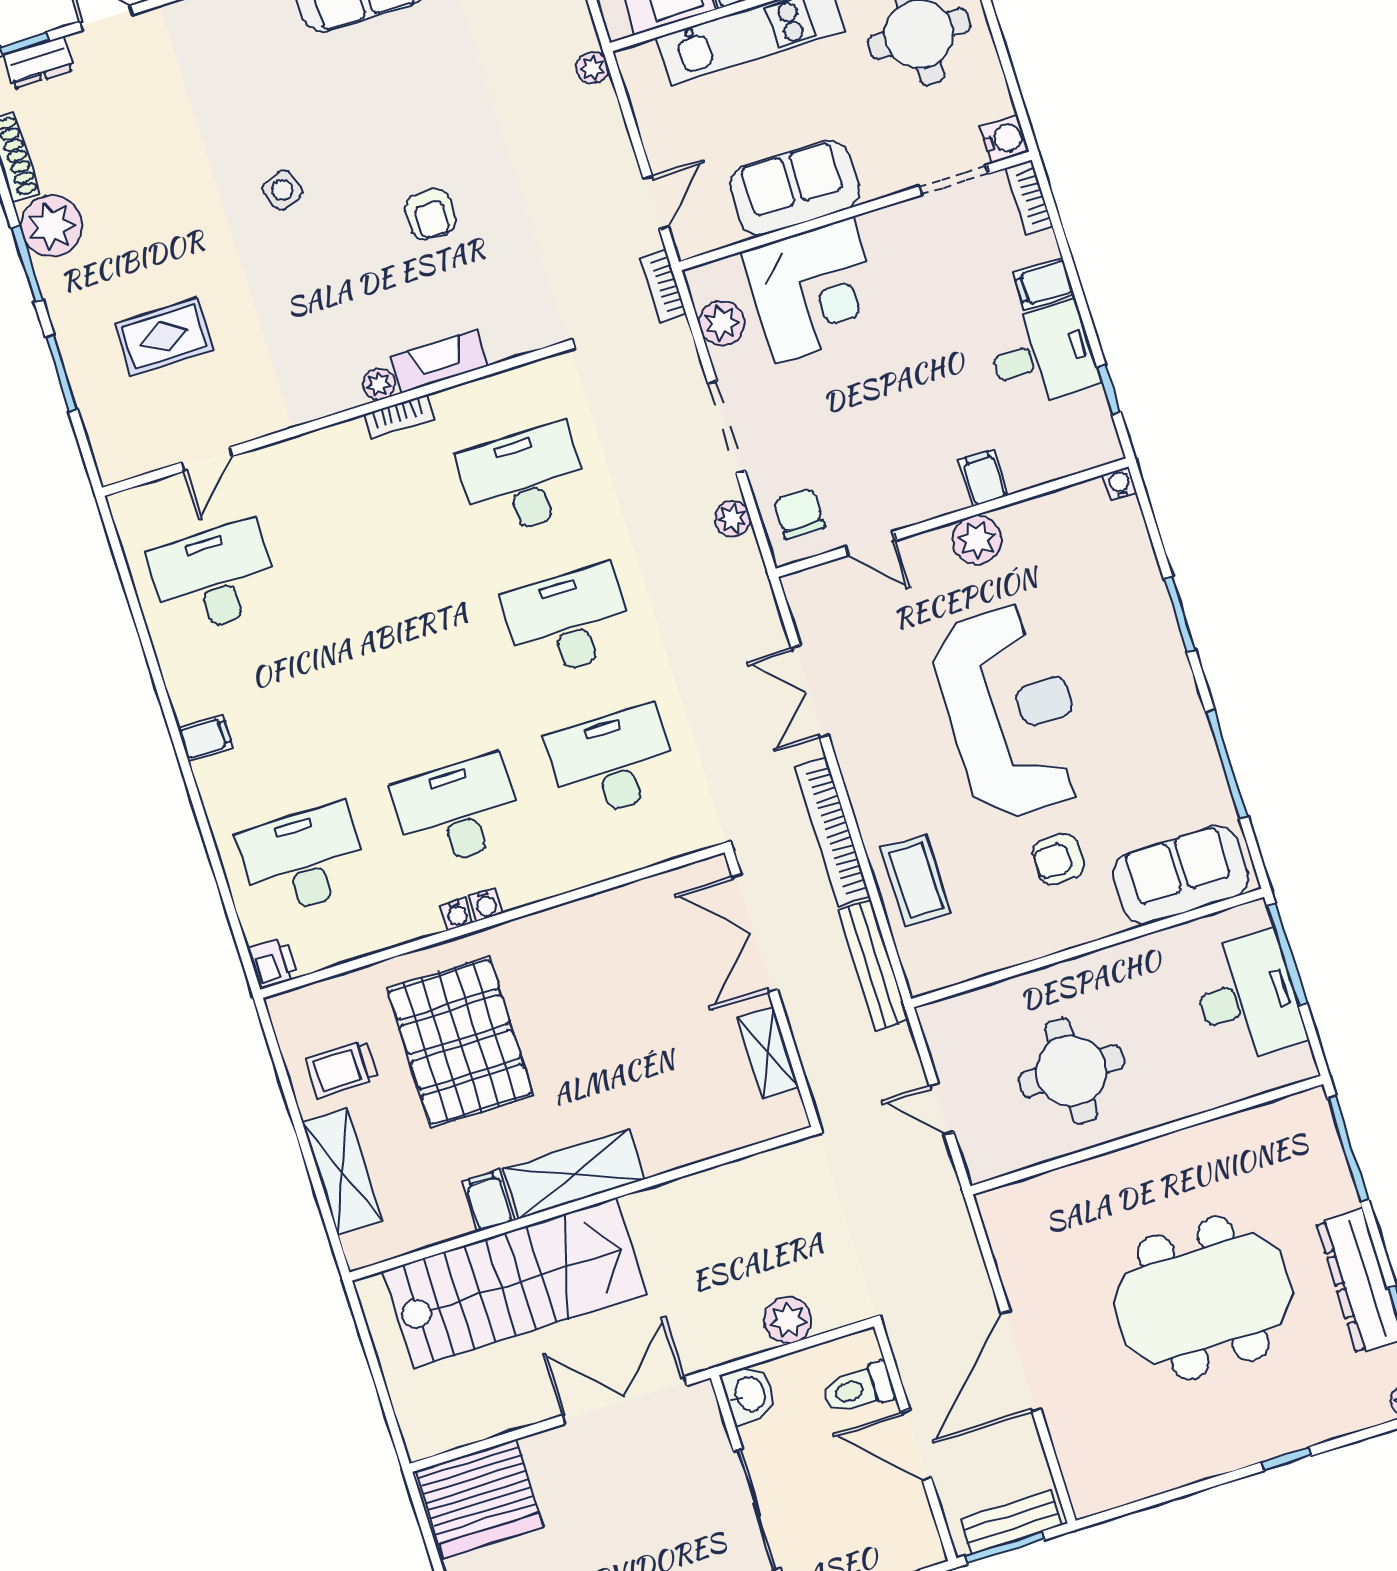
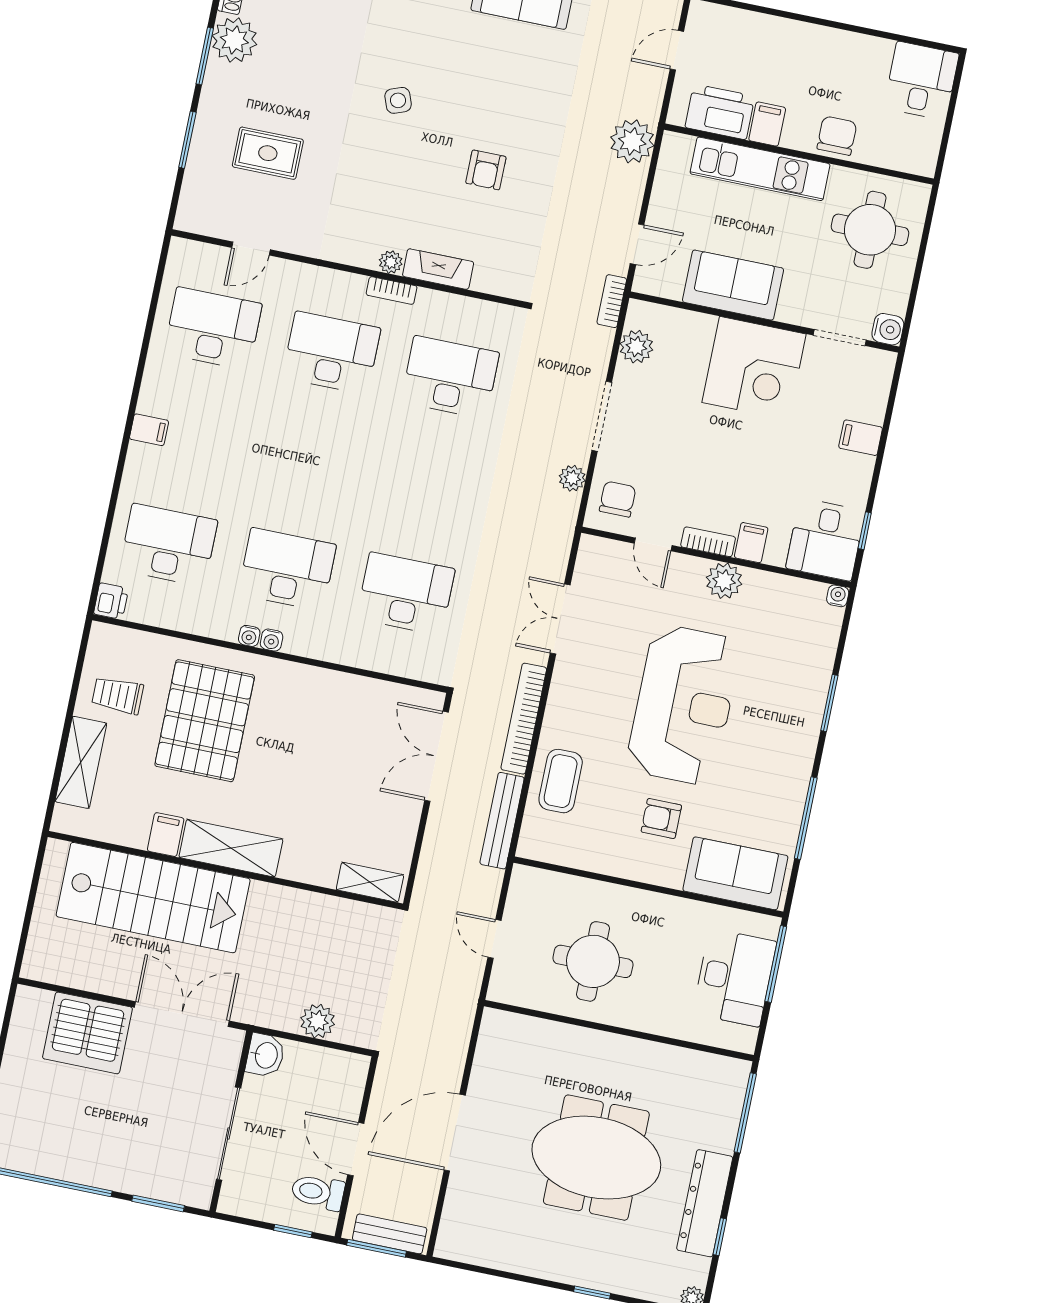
plant: (592, 68) -> (632, 141), width x1.88, depth x1.88
bookcase: (1029, 197) -> (708, 542), moved, turned 90
corner desk: (814, 290) -> (754, 368), moved
desk: (1043, 355) -> (825, 540), moved, turned 90
desk: (568, 621) -> (332, 353), moved
shelving: (768, 1052) -> (370, 882), moved, turned 90
toilet: (858, 1389) -> (318, 1192), moved
server rack: (480, 1499) -> (87, 1033), moved

